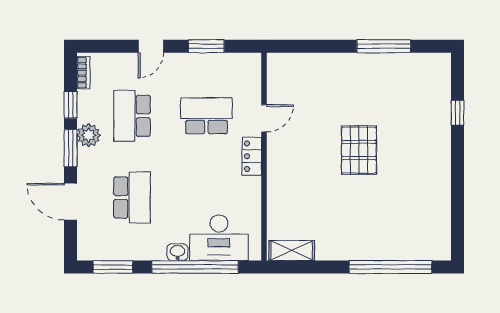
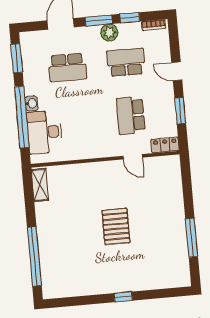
window: (458, 113) -> (123, 297), moved
school desk: (206, 116) -> (131, 115), turned 180
pallet: (359, 150) -> (116, 227), turned 90
locker: (252, 156) -> (165, 145), moved

